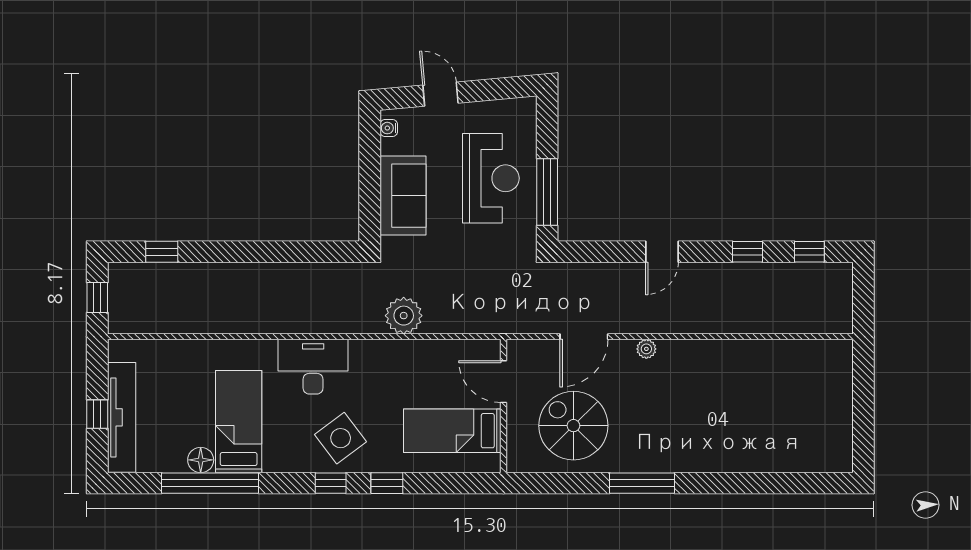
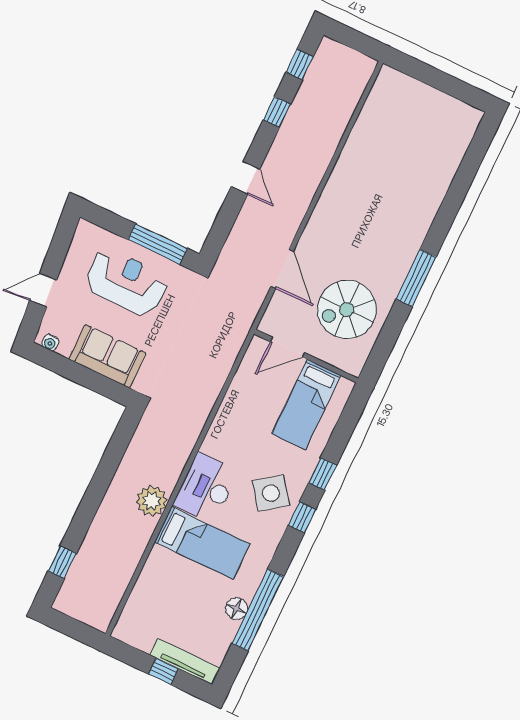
window: (97, 297) -> (74, 629), removed
plant: (404, 316) -> (152, 501), moved
plant: (646, 349) -> (315, 225), removed
tv unit: (122, 417) -> (185, 662), width x0.73, depth x0.78
bed: (239, 422) -> (202, 543), moved, turned 180

